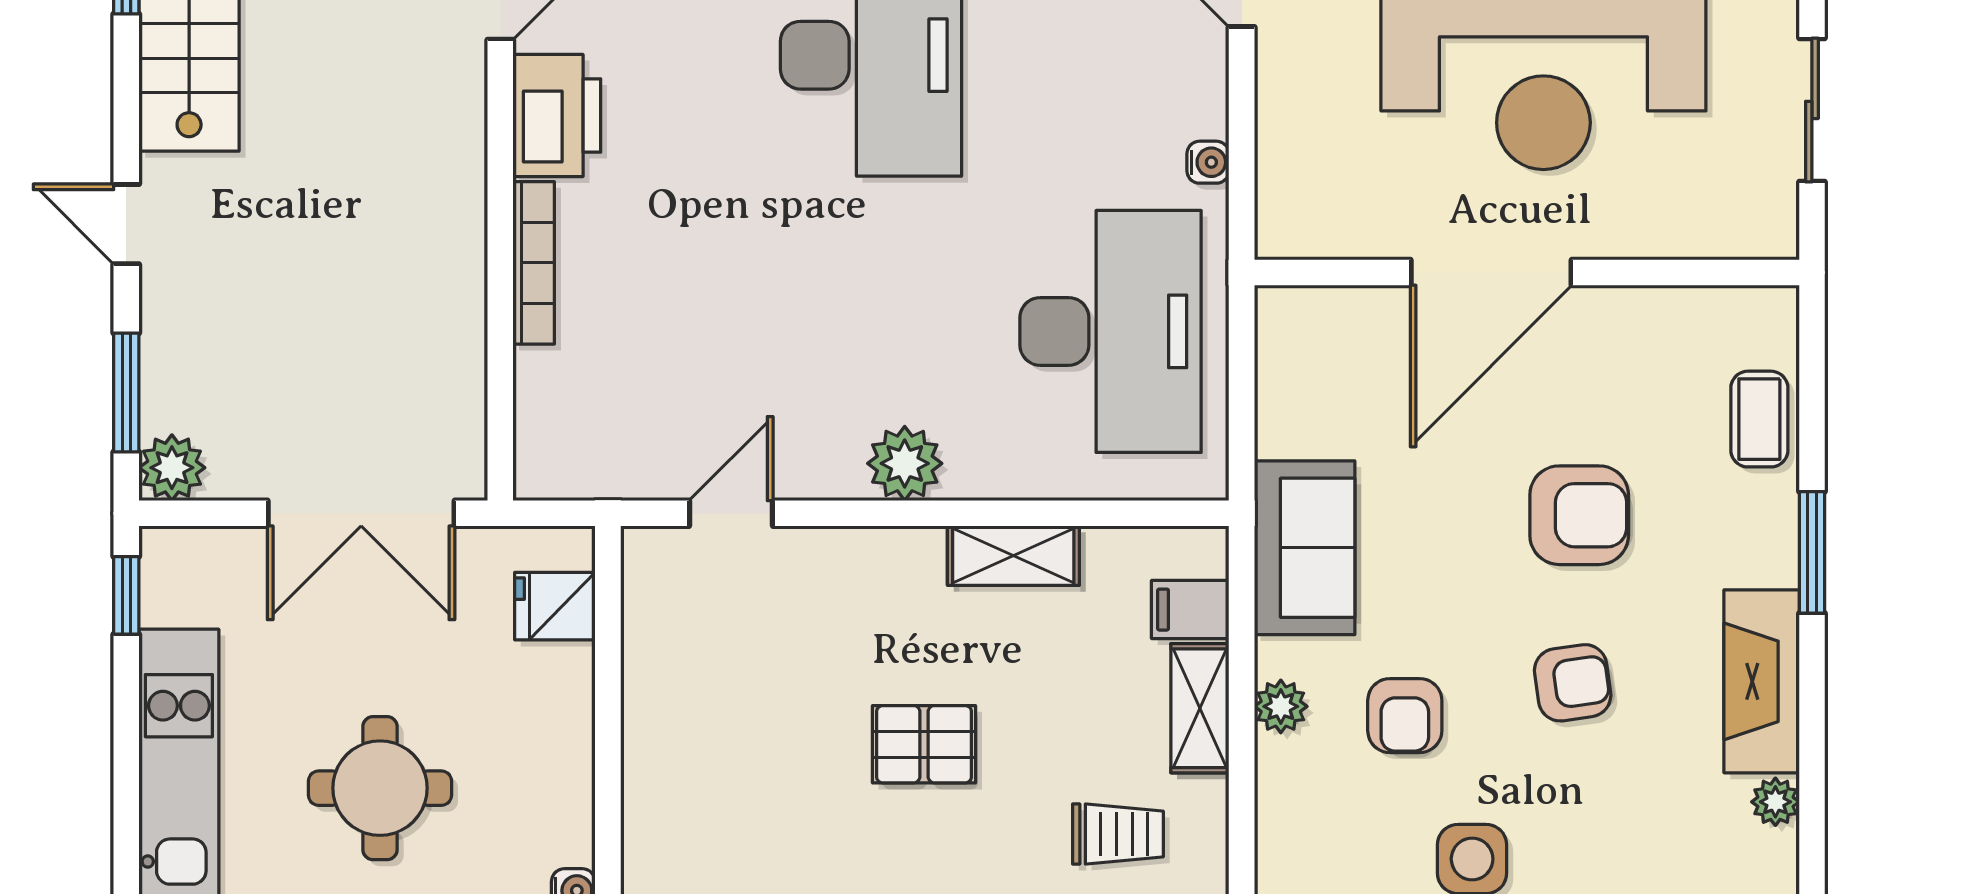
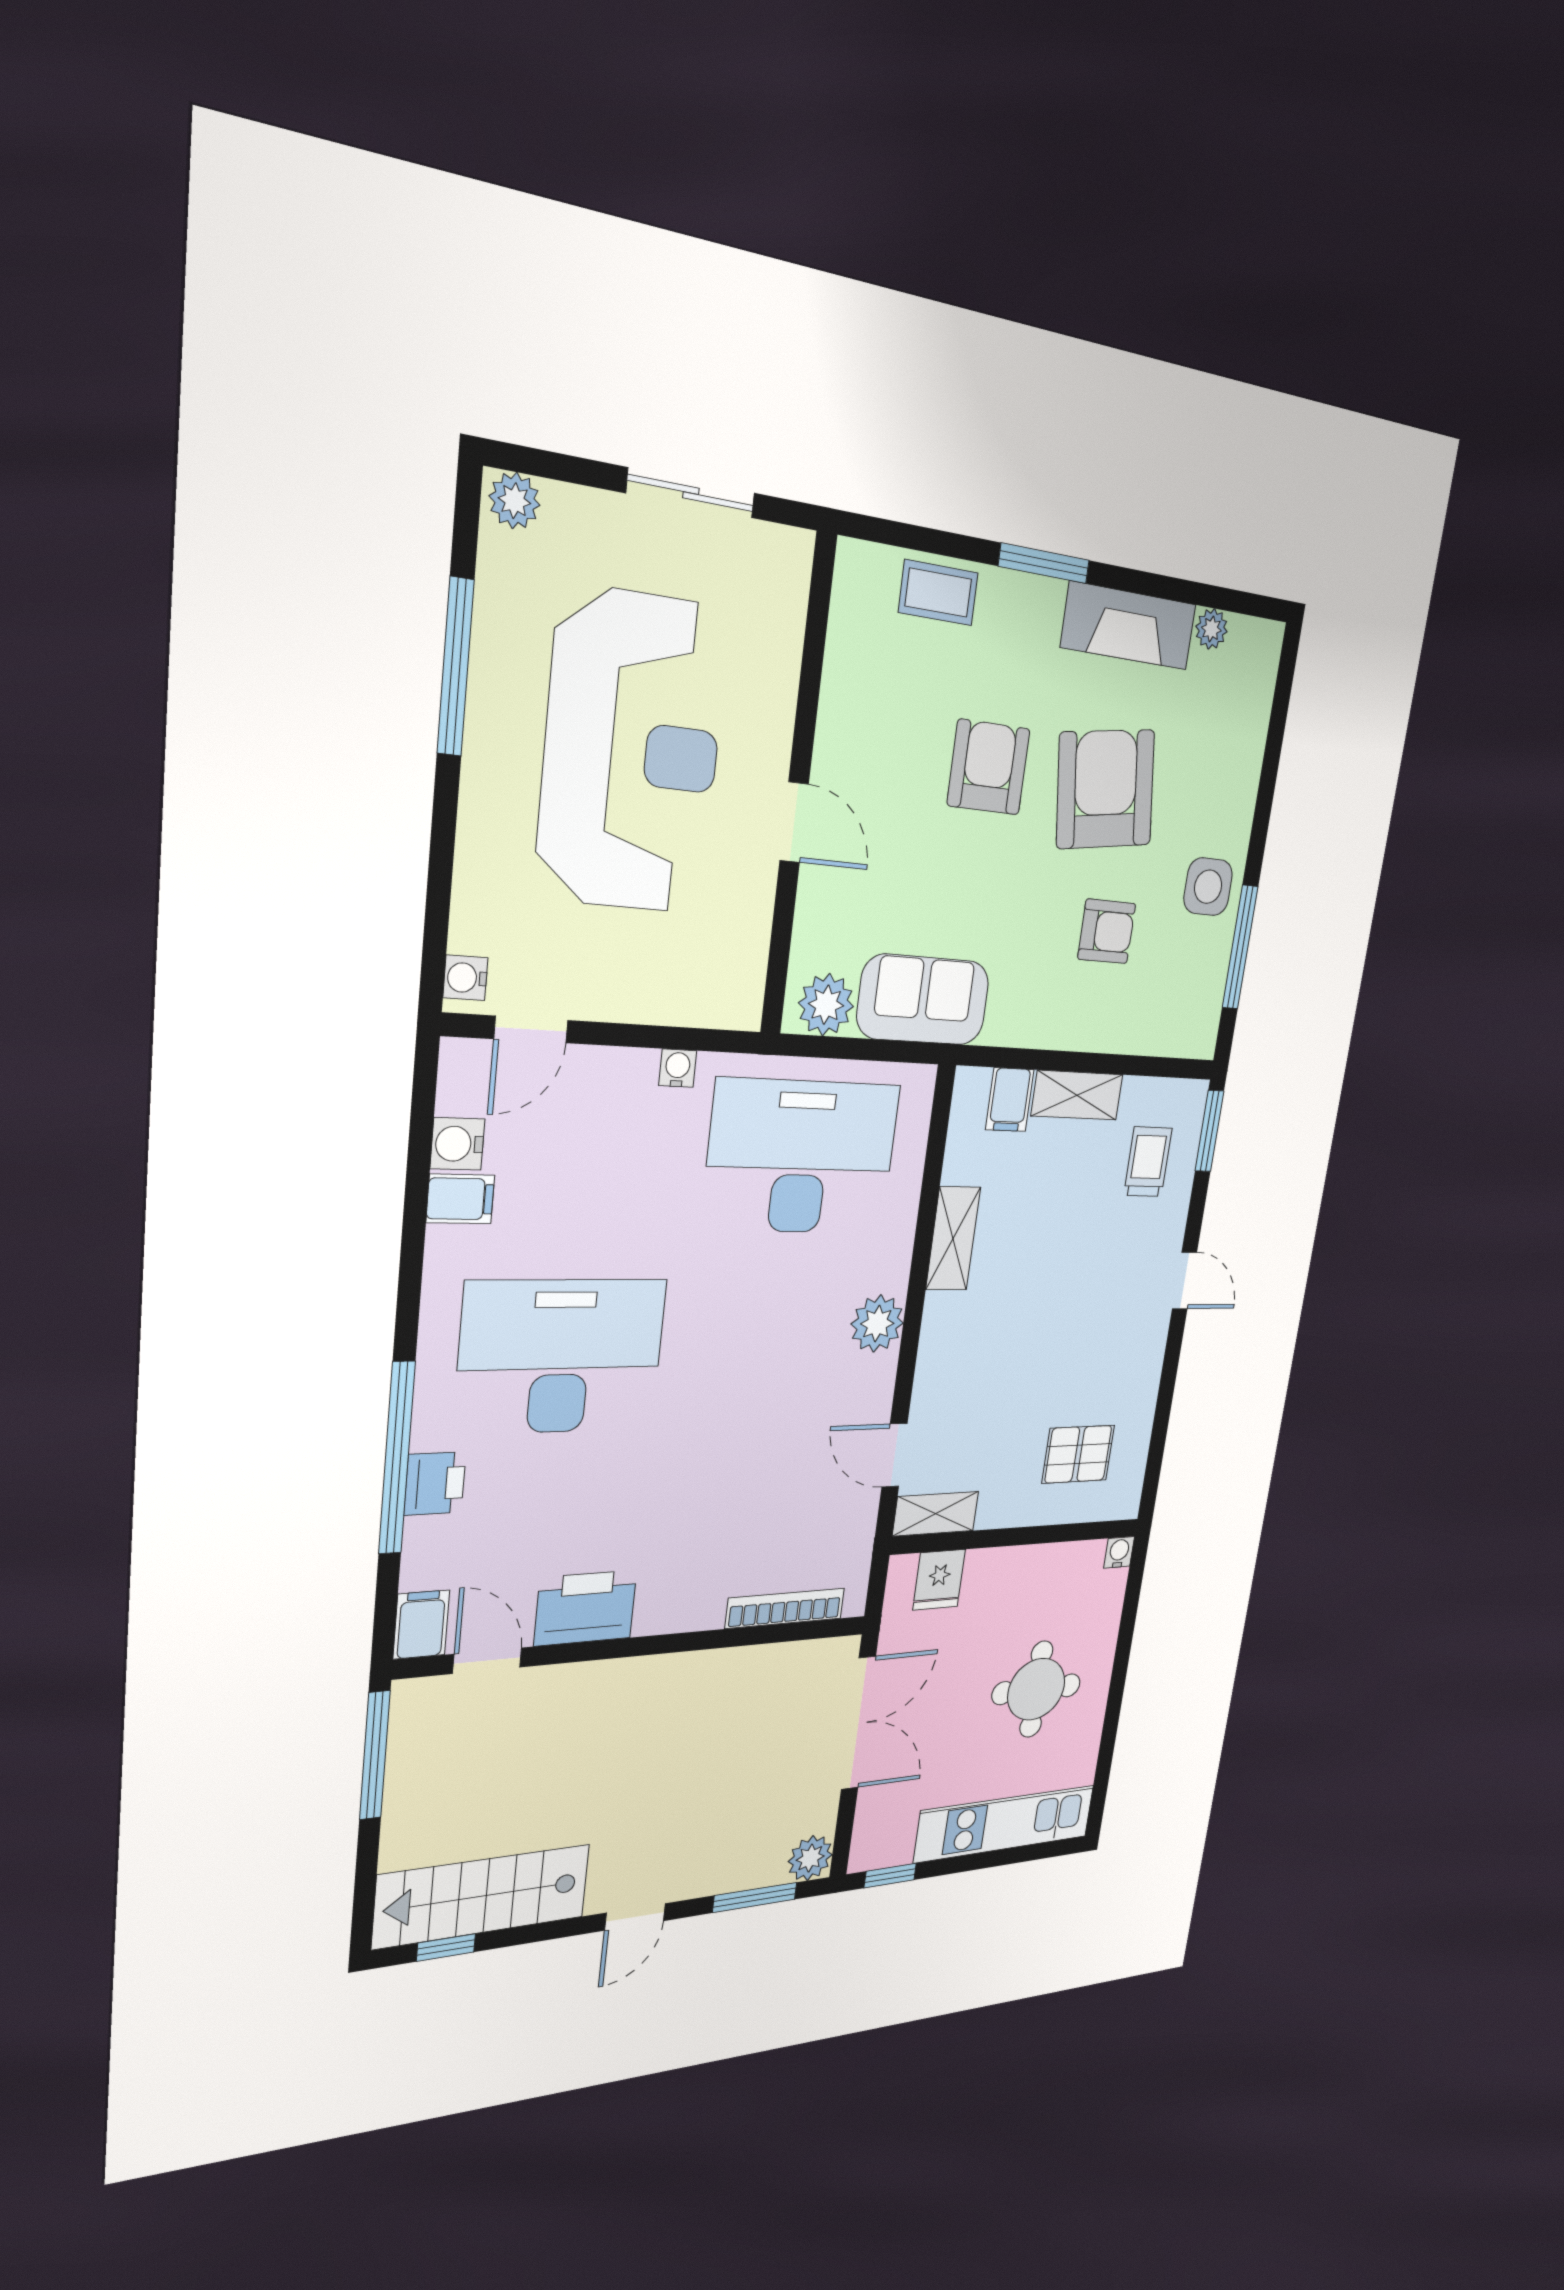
bookcase: (534, 263) -> (785, 1608), moved
door: (1491, 272) -> (794, 822), width x0.53
sofa: (1305, 548) -> (923, 1000), moved
shelving: (648, 587) -> (936, 1514), added
armchair: (1573, 683) -> (1105, 789), width x1.88, depth x1.88
plant: (1281, 706) -> (826, 1005), moved, width x1.38, depth x1.38
pallet: (924, 744) -> (1078, 1454), moved, turned 90

